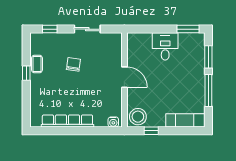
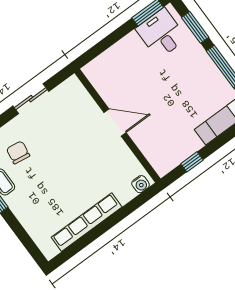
desk: (165, 46) -> (161, 34), moved
chair: (73, 64) -> (18, 152), moved
stool: (138, 117) -> (164, 157), removed

